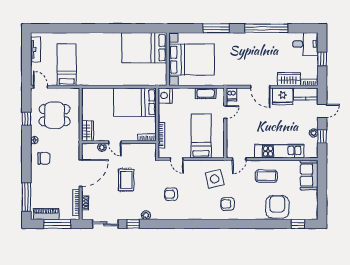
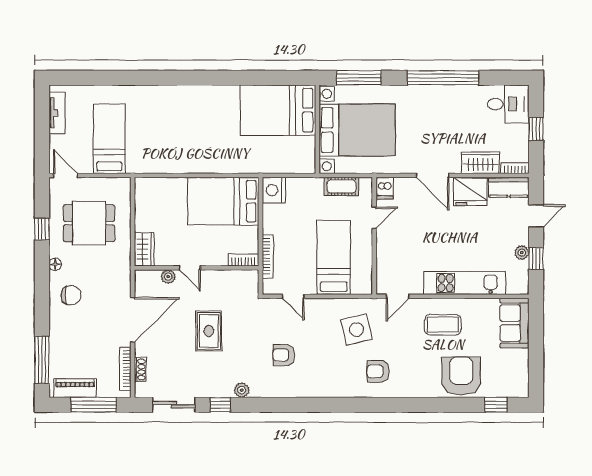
bed: (144, 48) -> (278, 110), moved
wall: (168, 59) -> (317, 129), moved
bed with nightstands: (192, 60) -> (357, 130), moved

